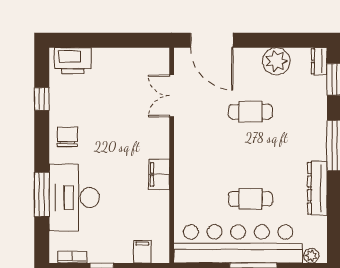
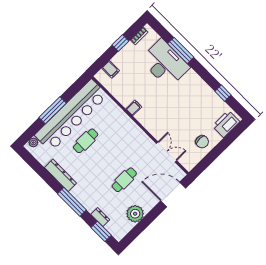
dresser: (319, 61) -> (100, 217), moved
chair: (67, 137) -> (202, 142), moved
filing cabinet: (159, 174) -> (134, 108), width x0.50

